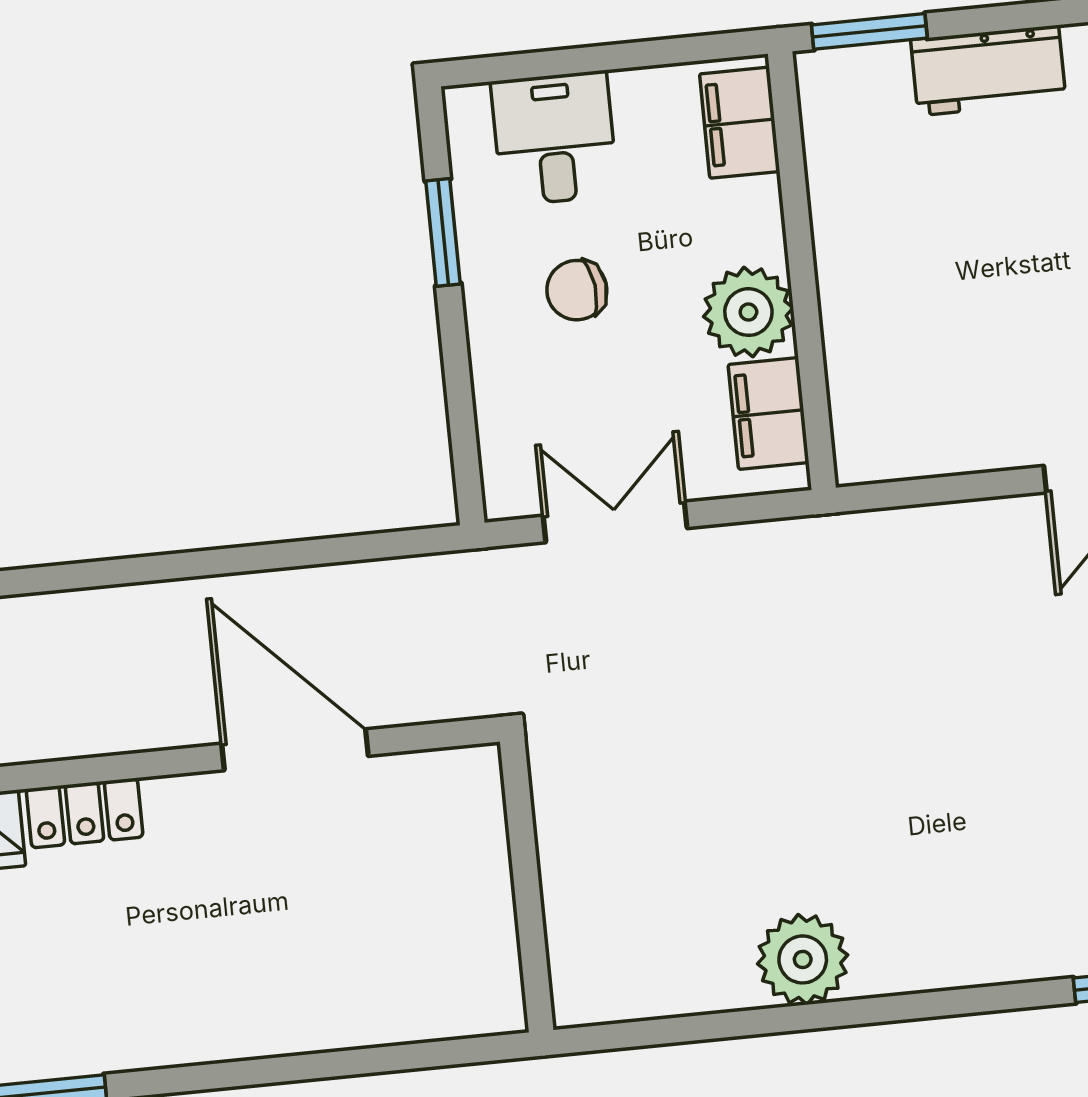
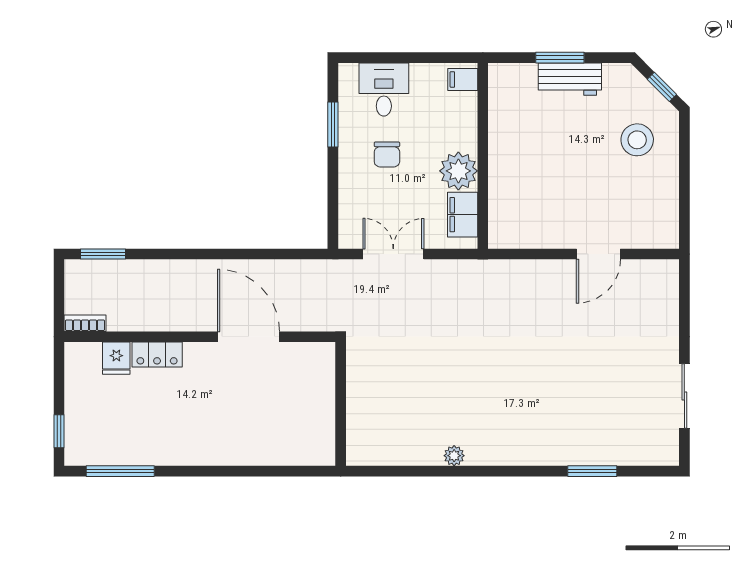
window: (869, 31) -> (560, 58), moved
filing cabinet: (740, 123) -> (463, 79), width x0.50
chair: (577, 290) -> (387, 154), turned -83
plant: (803, 959) -> (454, 456), width x0.53, depth x0.53

